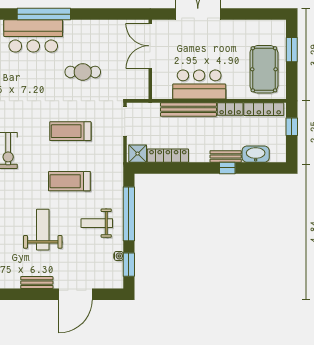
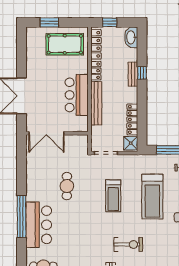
washbasin: (256, 154) -> (131, 37), moved
treadmill: (69, 181) -> (152, 197), width x1.37, depth x1.38

